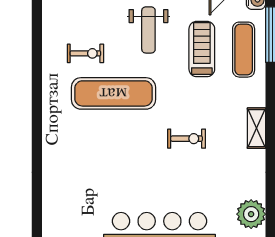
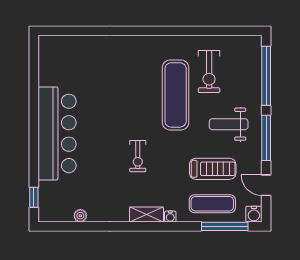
exercise bike: (85, 53) -> (209, 72), width x1.38, depth x1.39
water cooler: (259, 100) -> (170, 217), added
plant: (251, 214) -> (80, 216), width x0.53, depth x0.53

